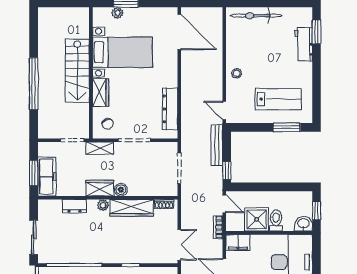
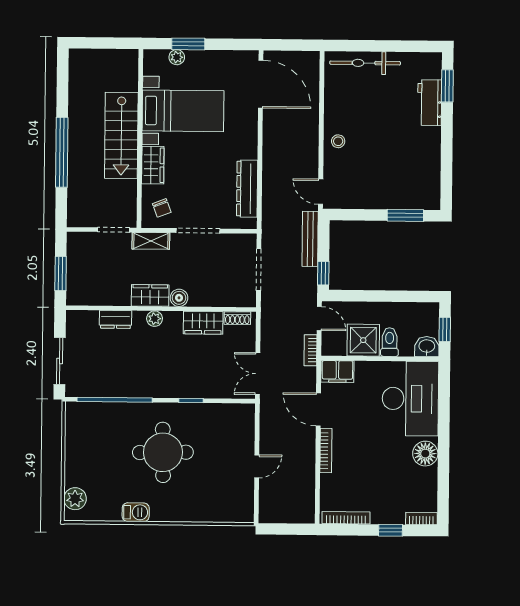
lab bench: (278, 99) -> (394, 177), removed
freezer: (47, 177) -> (79, 279), removed
wardrobe: (132, 208) -> (203, 323), width x0.67
double door: (179, 245) -> (258, 374), swing flipped

